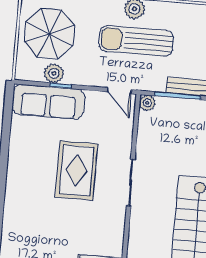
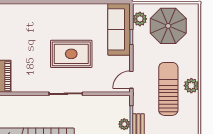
plant: (54, 73) -> (140, 19), moved
plant: (147, 103) -> (124, 124), moved

